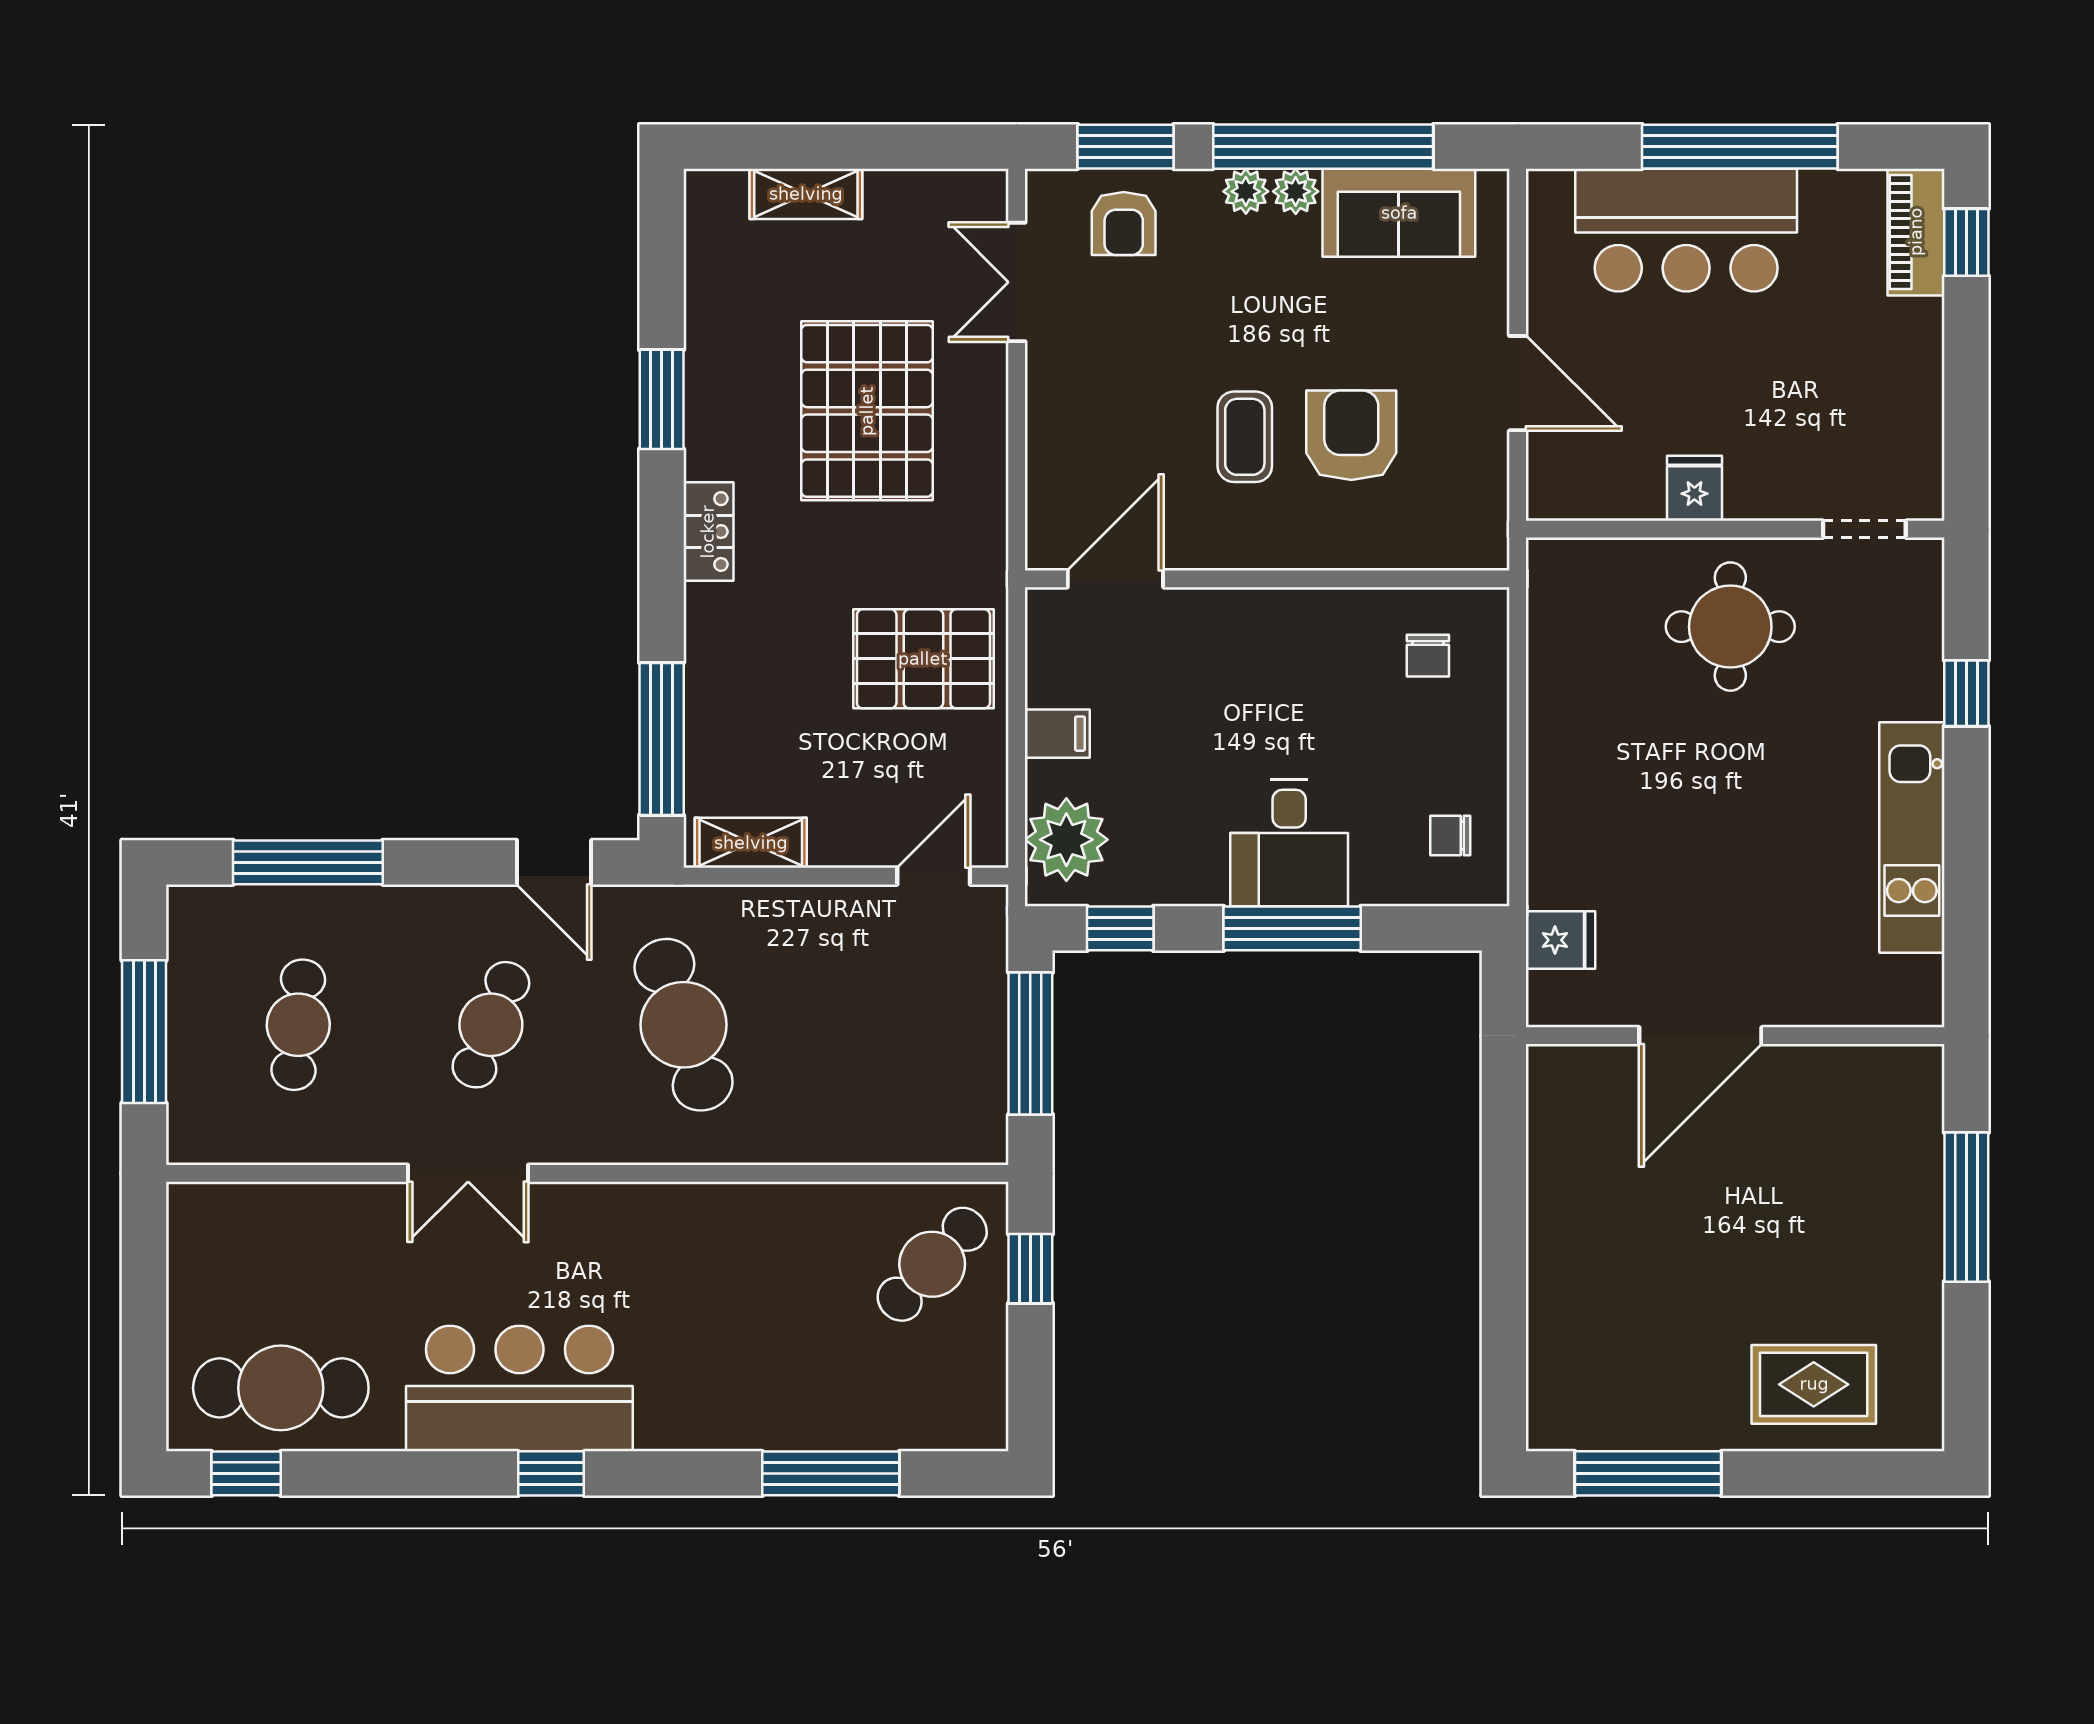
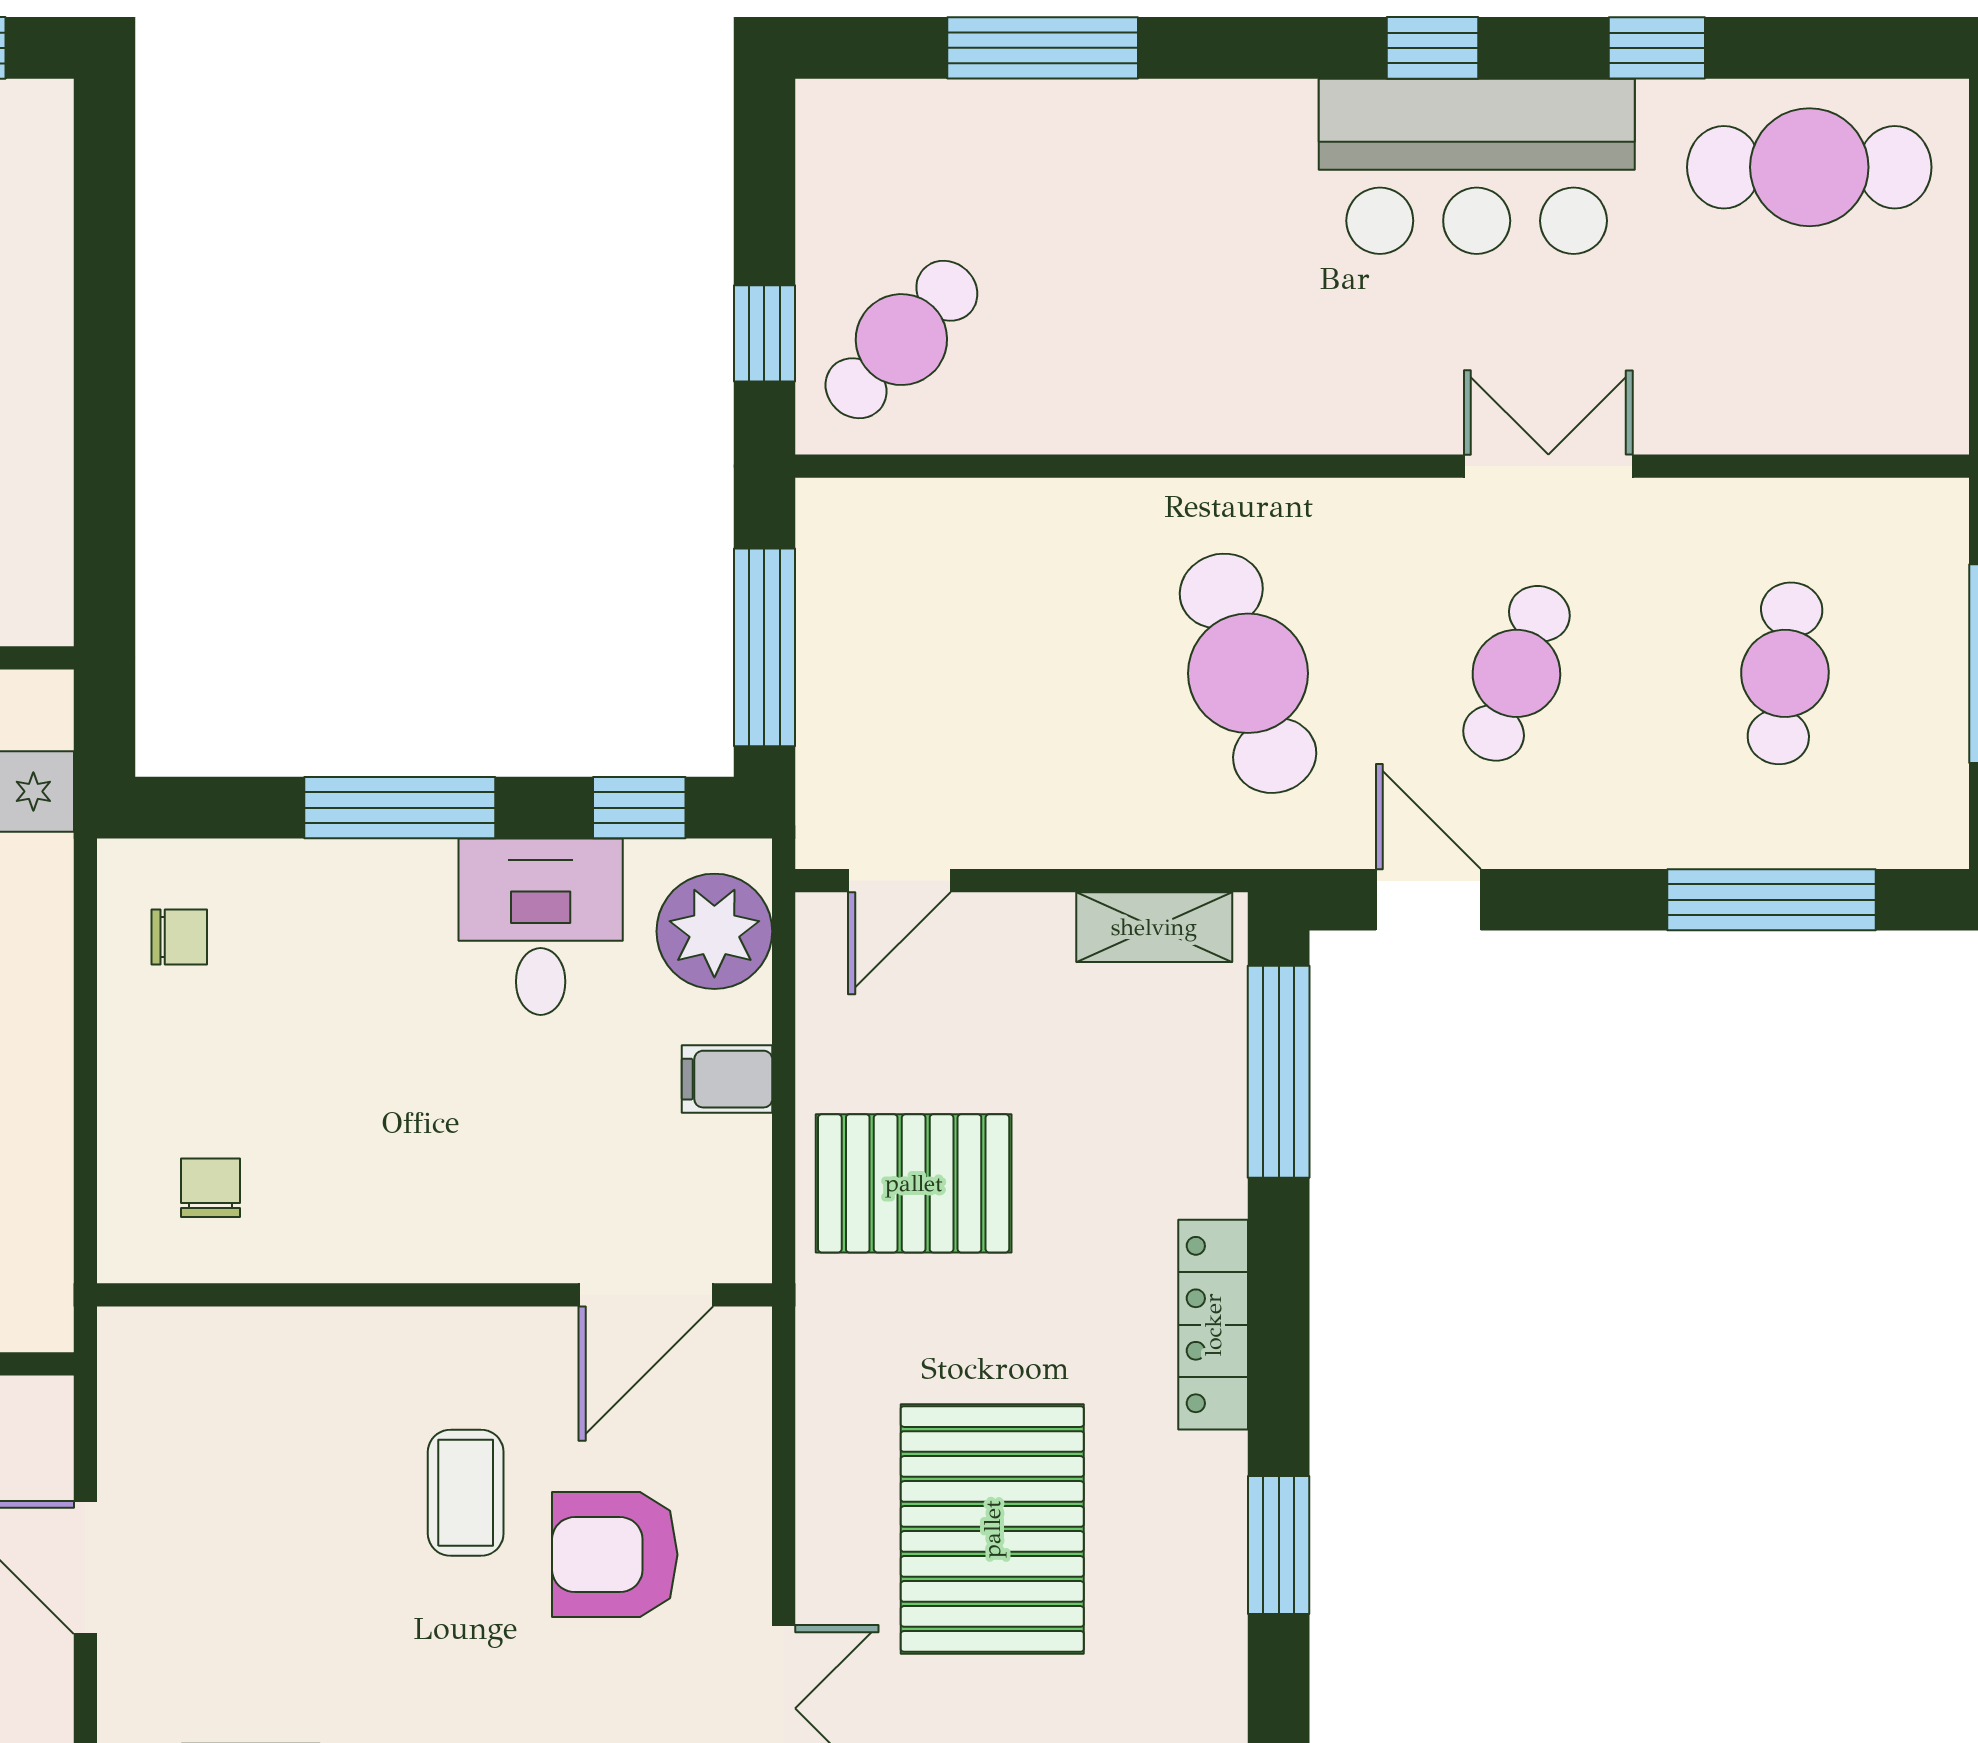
armchair: (1351, 435) -> (615, 1555), moved, turned 90
locker: (708, 532) -> (1213, 1325), width x1.53
desk: (1289, 843) -> (541, 927), moved
window: (246, 1473) -> (1657, 48), moved

